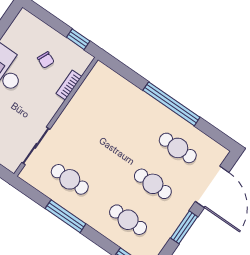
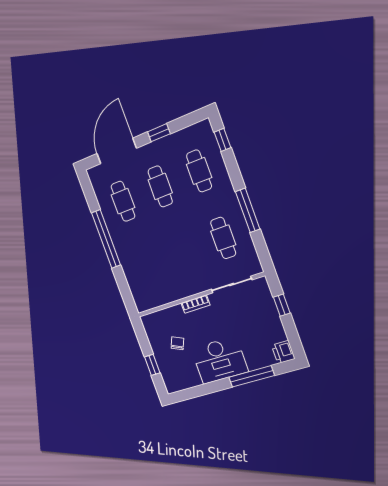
window: (78, 39) -> (152, 365), moved
bookcase: (69, 85) -> (195, 304), moved
window: (184, 227) -> (159, 133), width x0.67

